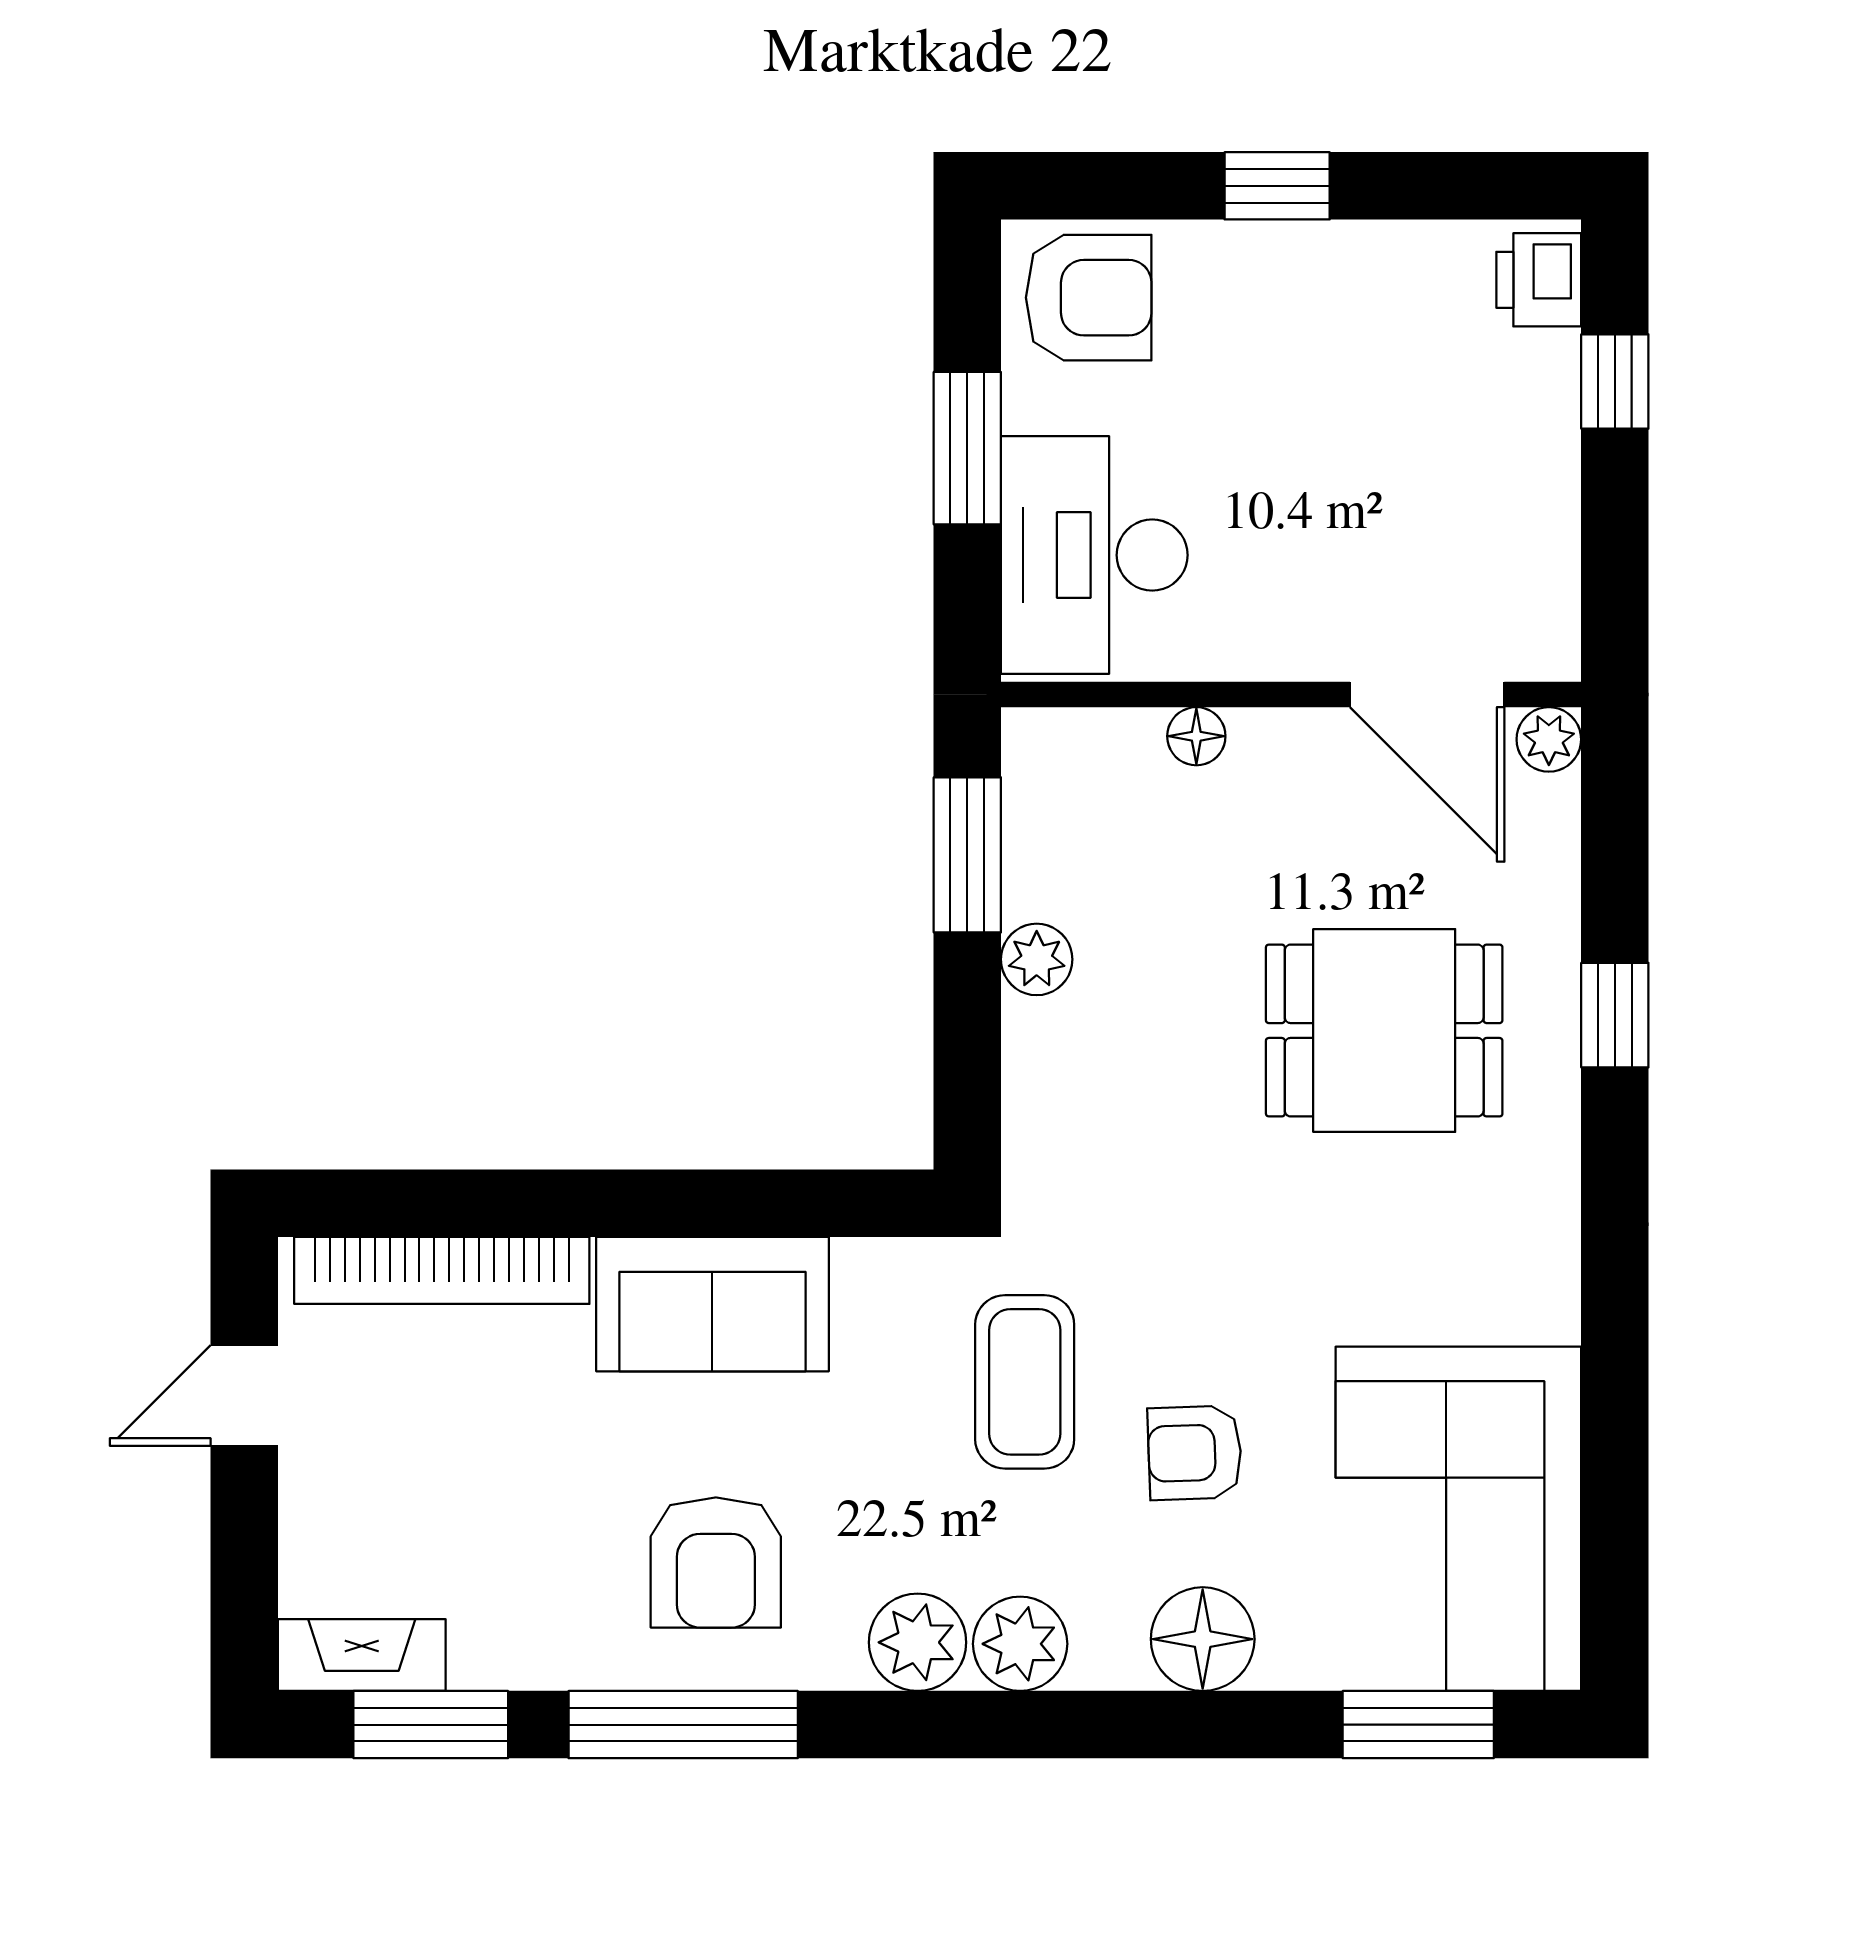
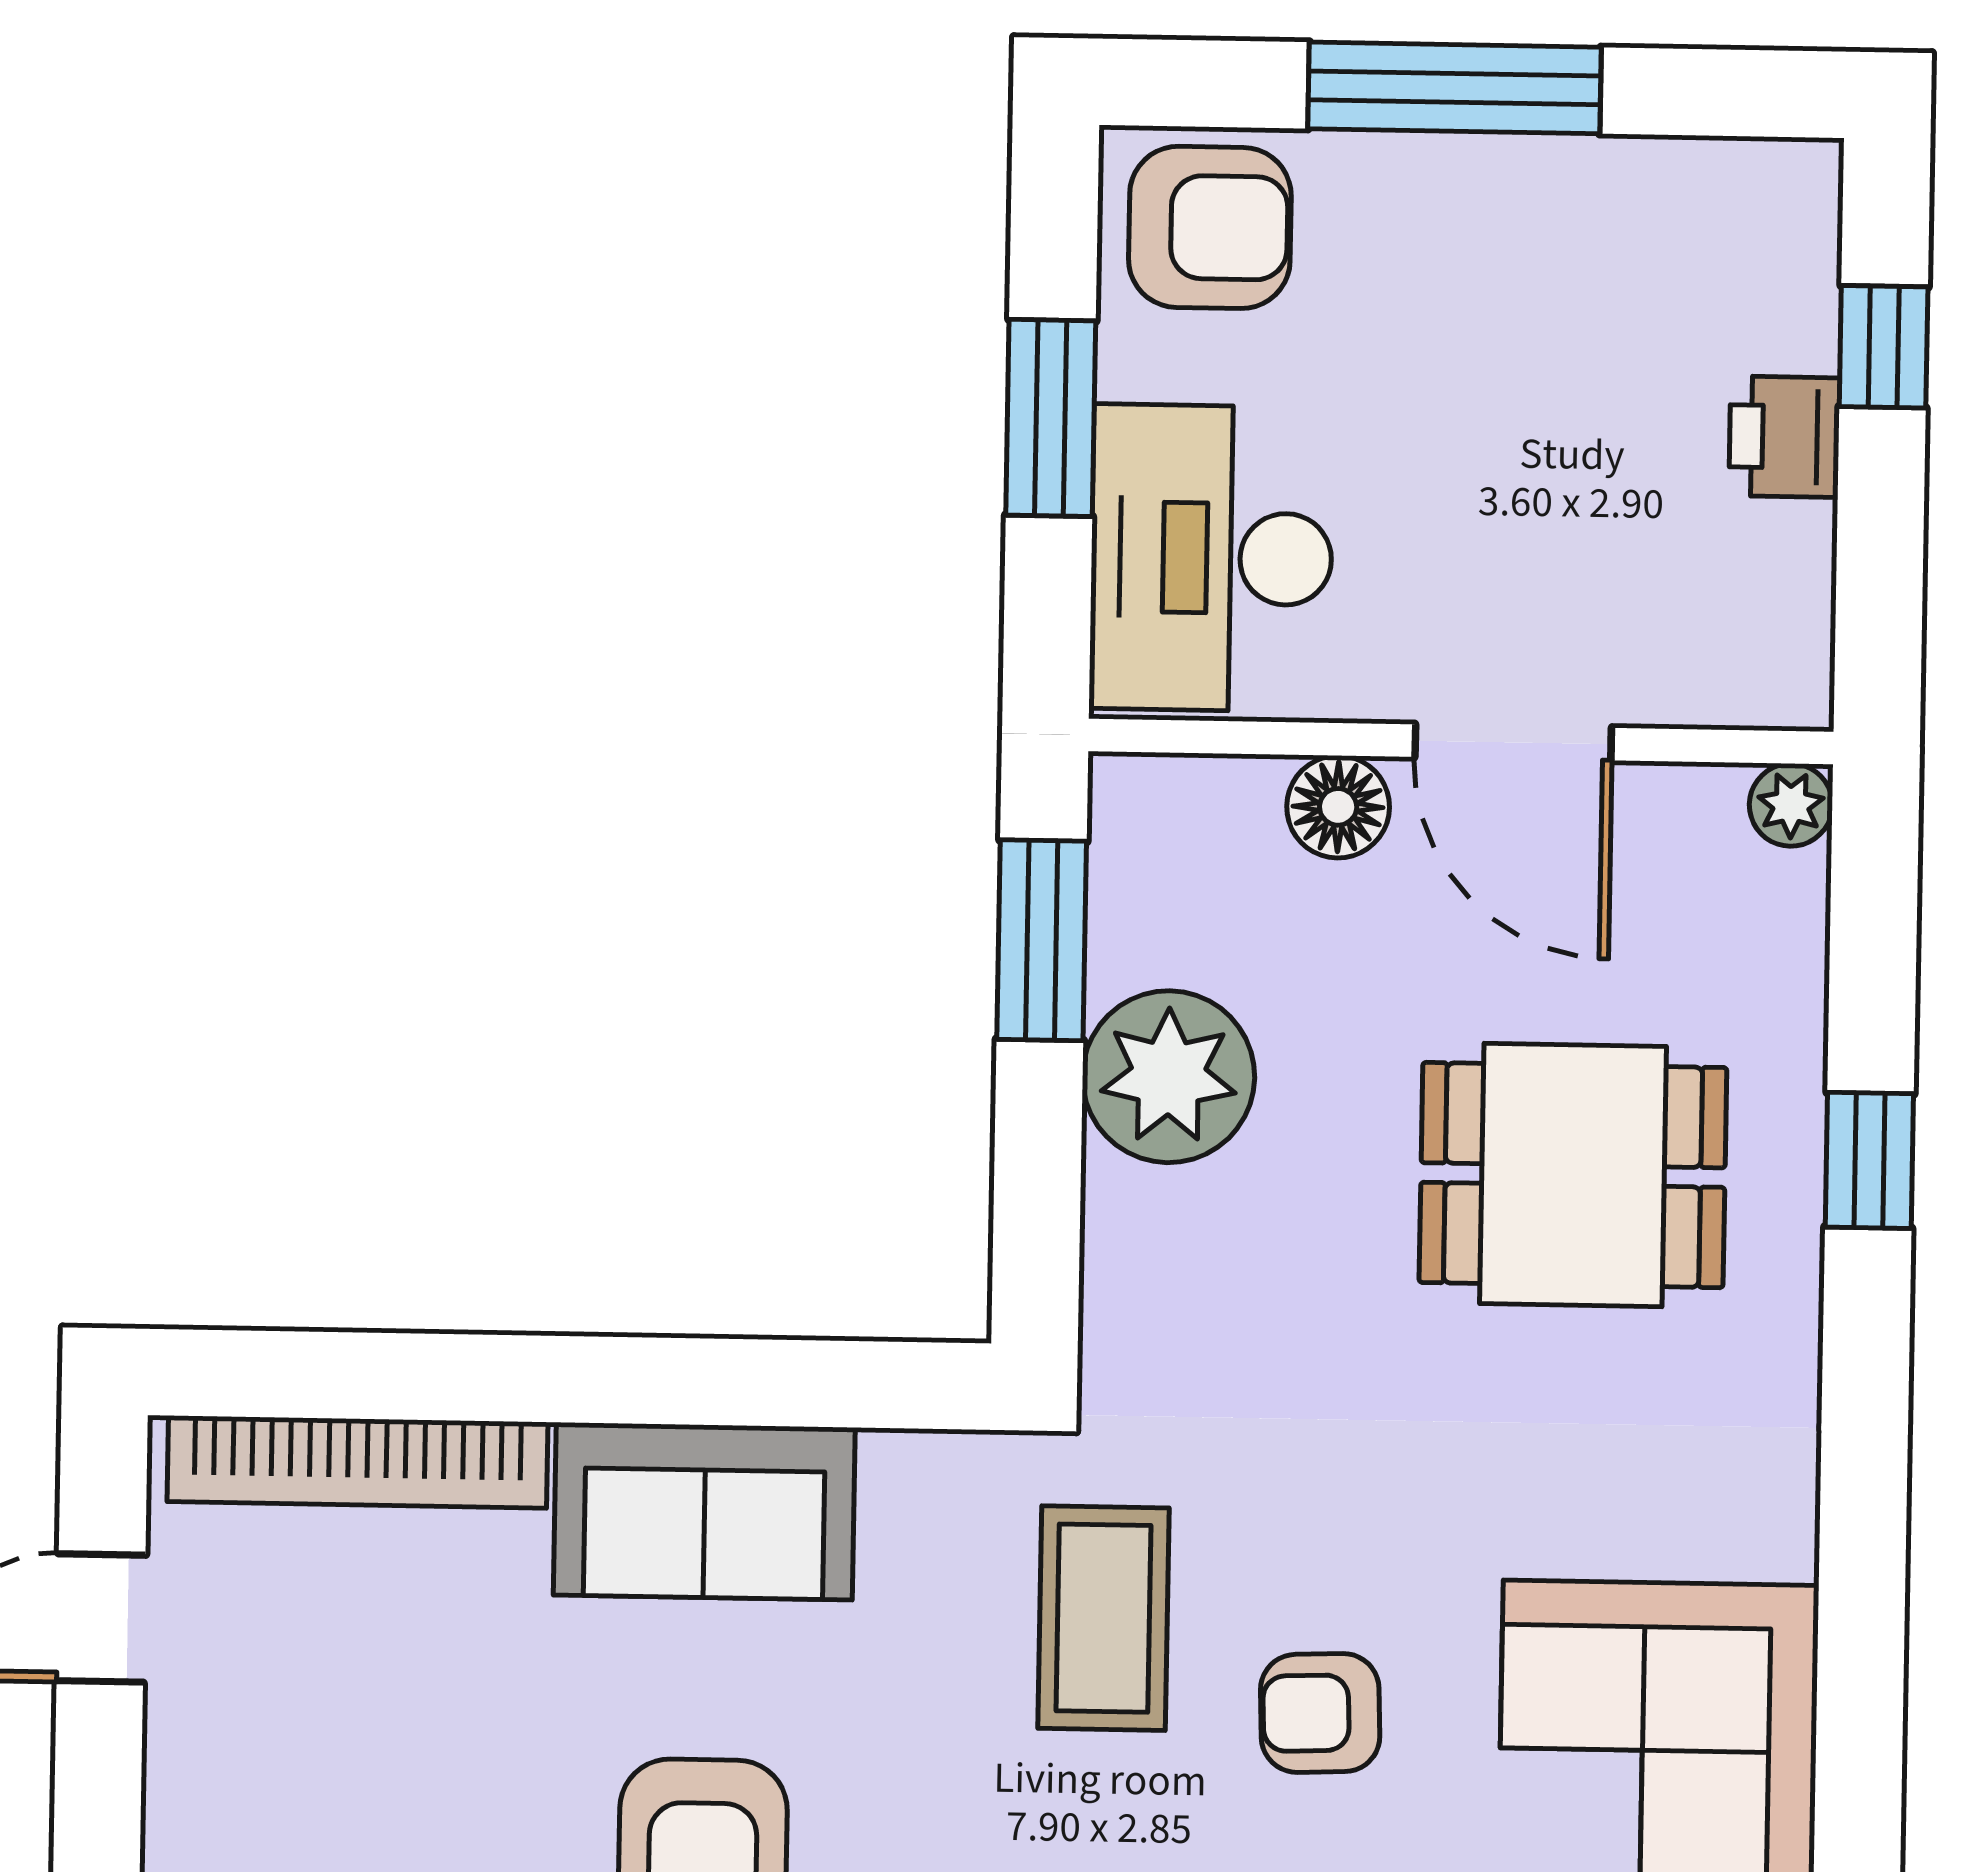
window: (1277, 186) -> (1454, 88), width x2.17
printer: (1539, 280) -> (1784, 437), moved
door: (1427, 695) -> (1513, 742), moved
floor lamp: (1196, 736) -> (1338, 807), width x1.37, depth x1.37
plant: (1037, 959) -> (1168, 1077), width x1.88, depth x1.88

